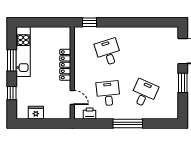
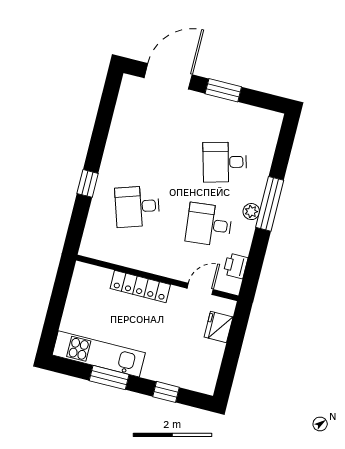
window: (89, 22) -> (88, 183), moved
desk: (144, 93) -> (225, 162), turned -39
fridge: (36, 113) -> (219, 327), moved
plant: (121, 115) -> (251, 212), added

